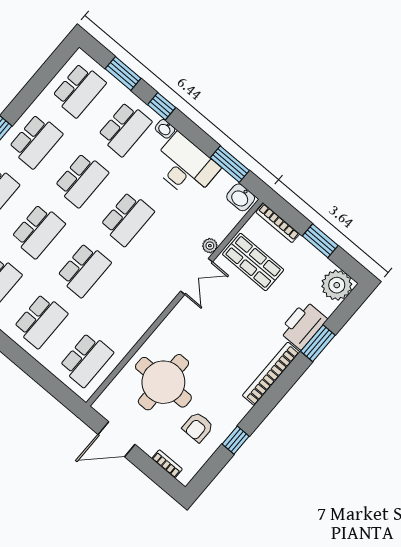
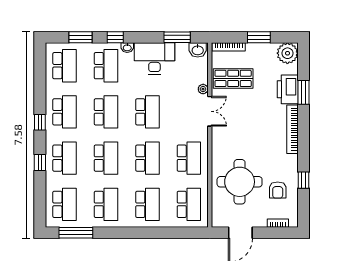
school desk: (130, 309) -> (189, 158), added

